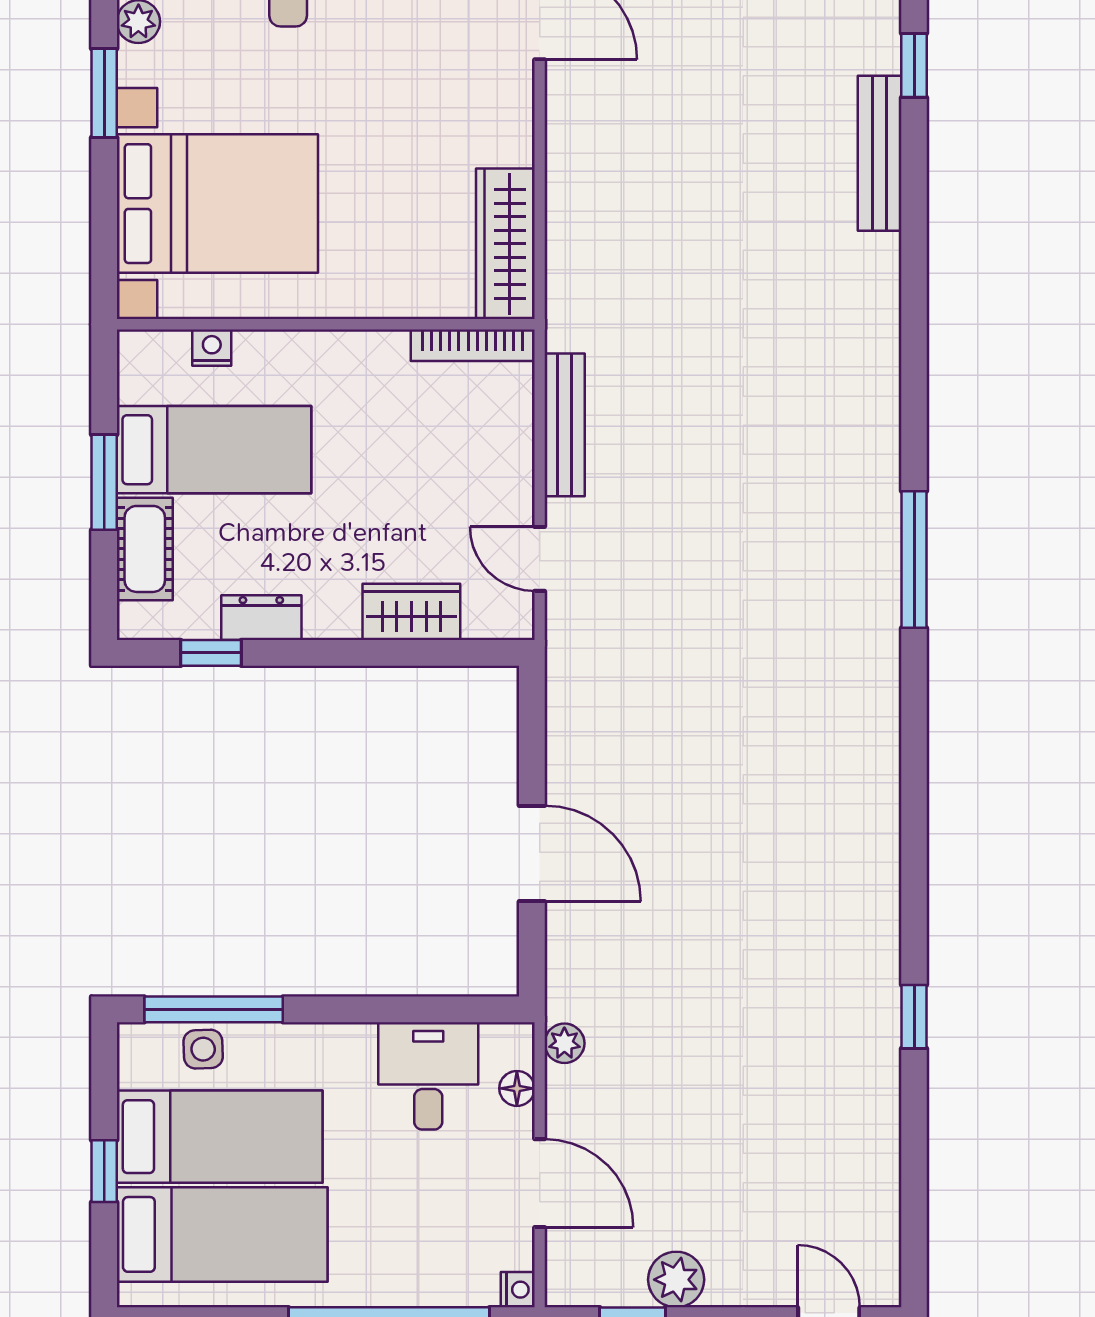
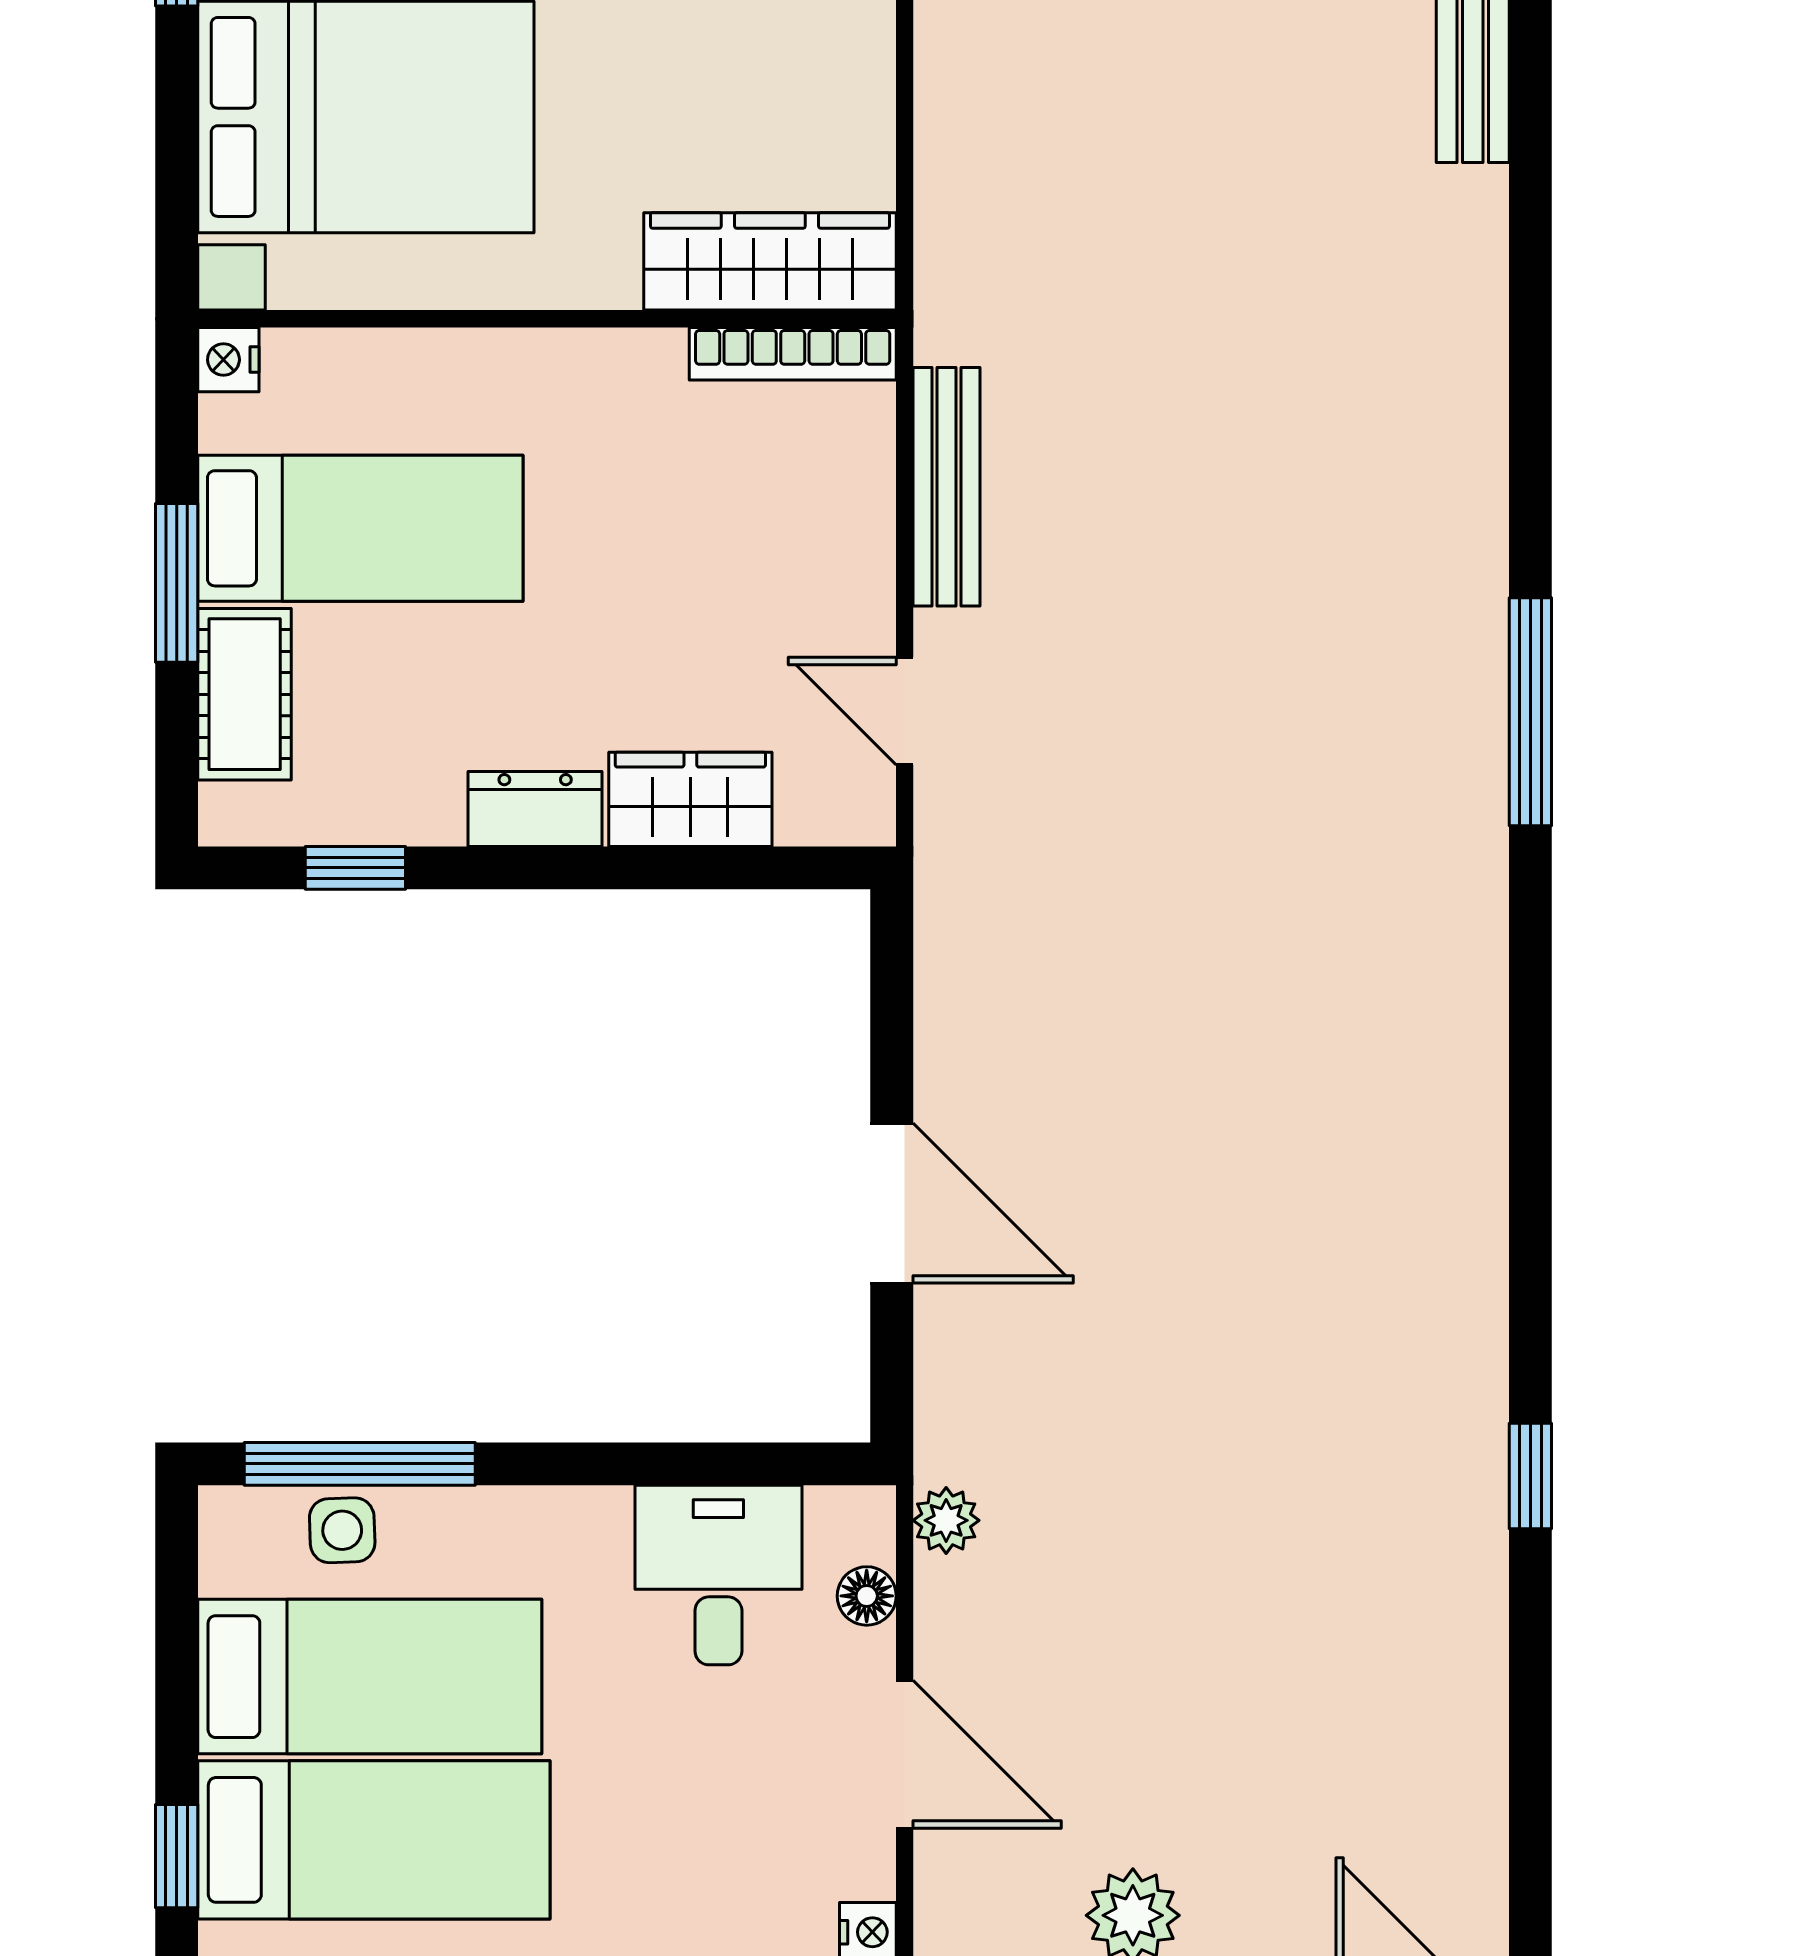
wardrobe: (505, 244) -> (770, 261), moved, turned 90
nightstand: (212, 348) -> (228, 360), moved, turned -90
dresser: (261, 618) -> (535, 809), moved
window: (104, 1171) -> (177, 1856), moved

